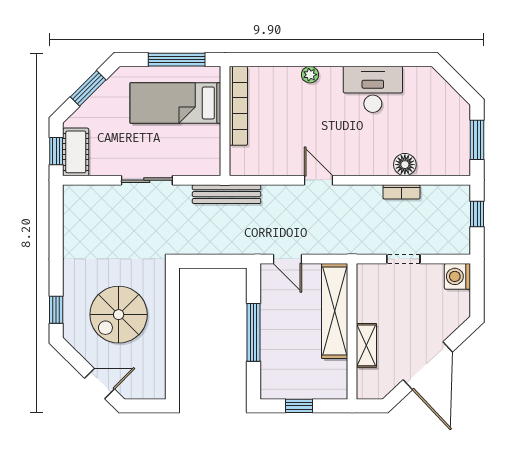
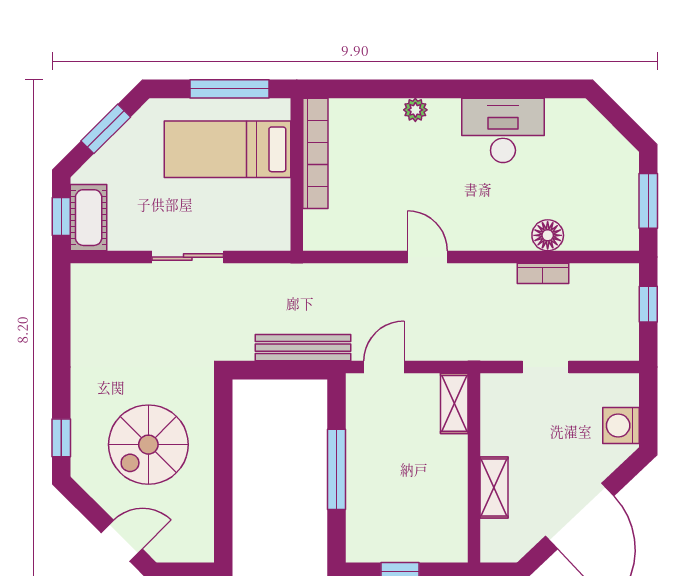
bench: (227, 194) -> (303, 348), moved
door: (288, 259) -> (384, 367), swing flipped
washing machine: (457, 276) -> (621, 426), moved
shelving: (335, 311) -> (454, 403), width x0.45, depth x0.75

